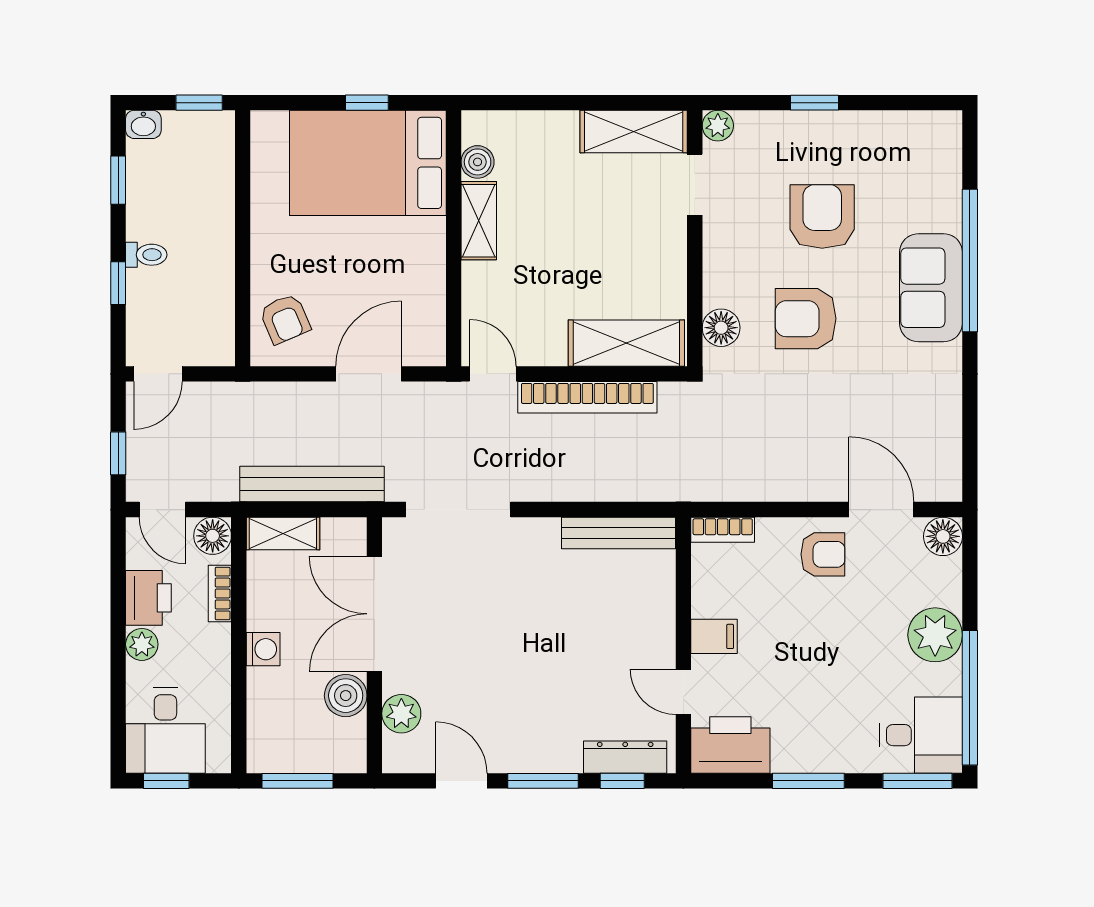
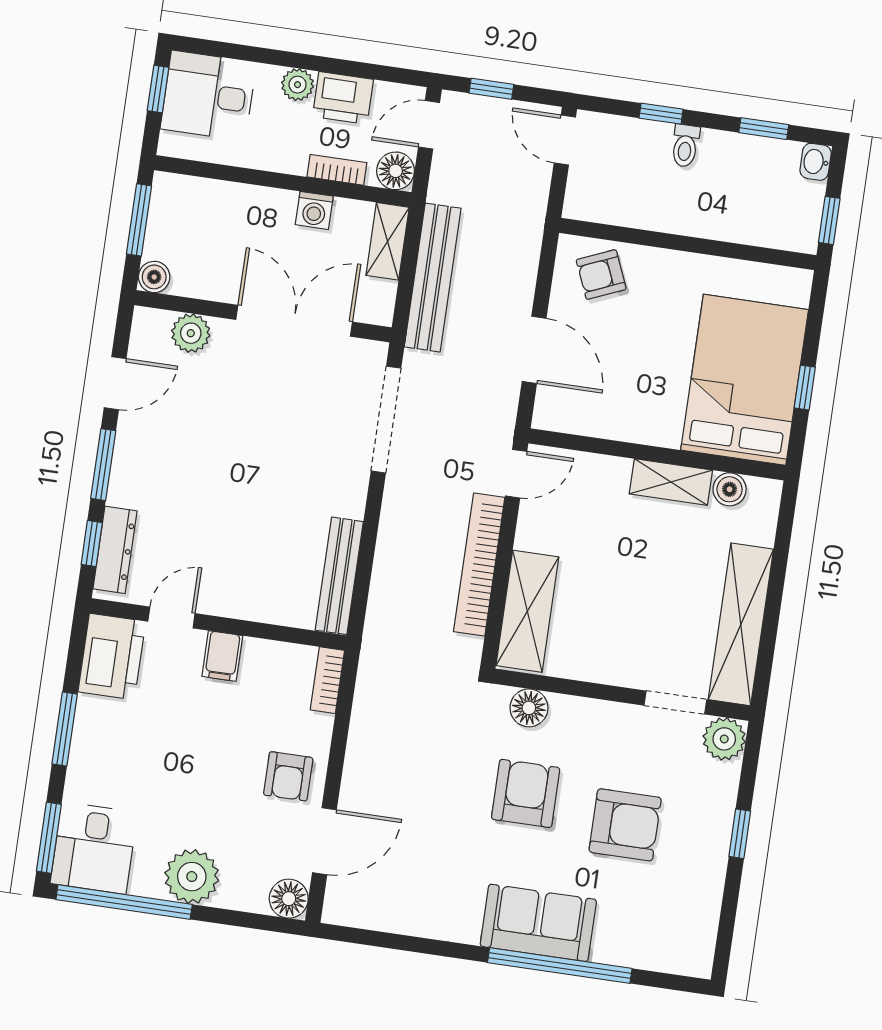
plant: (718, 126) -> (724, 739), width x1.38, depth x1.38
shelving: (634, 132) -> (741, 624), width x1.47
washing machine: (263, 649) -> (314, 210), moved
boiler: (346, 696) -> (154, 277), moved, width x0.73, depth x0.73

